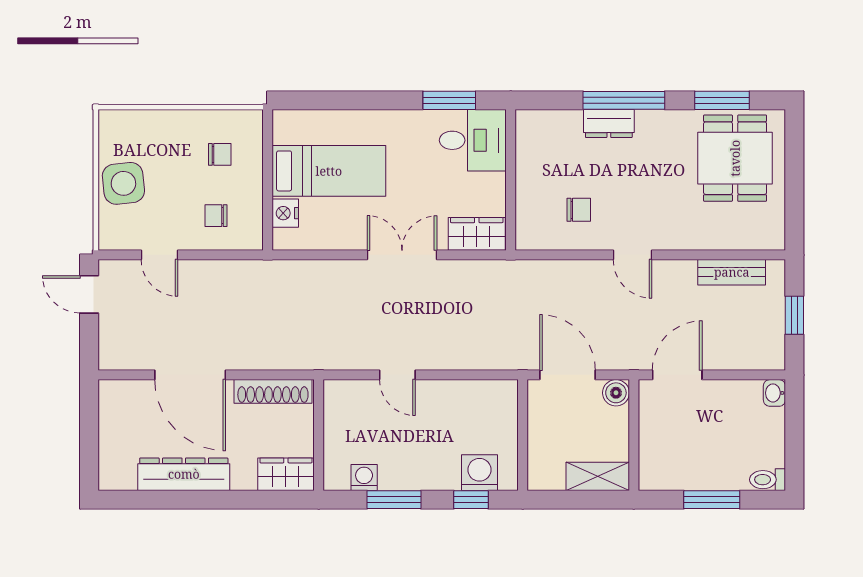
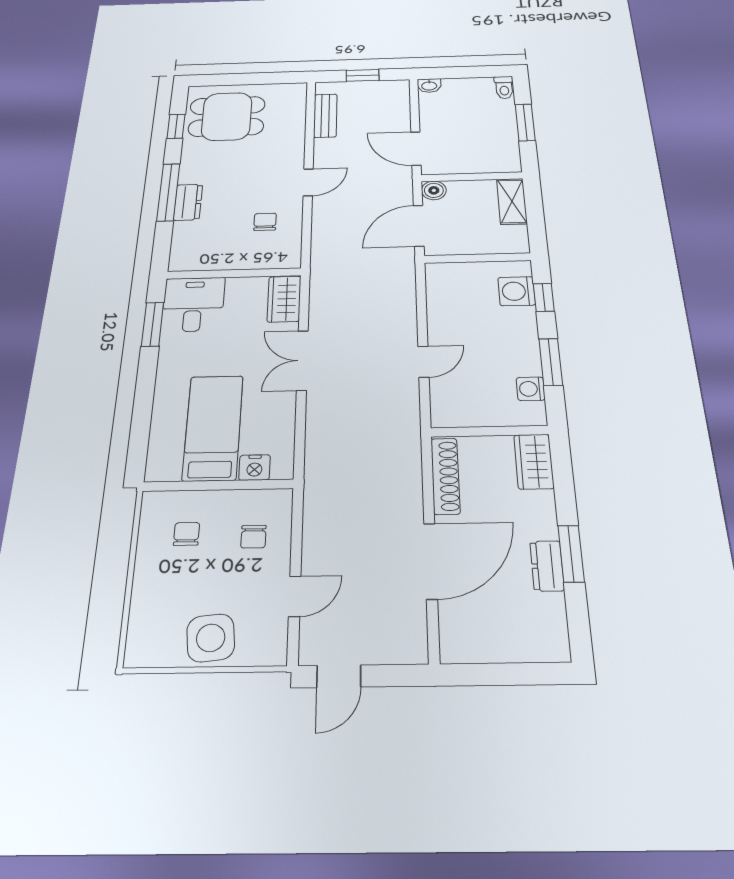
window: (722, 100) -> (176, 126), width x0.67
dresser: (184, 474) -> (547, 566), width x0.51, depth x0.80
window: (195, 500) -> (571, 554), added

